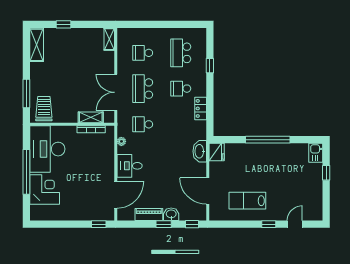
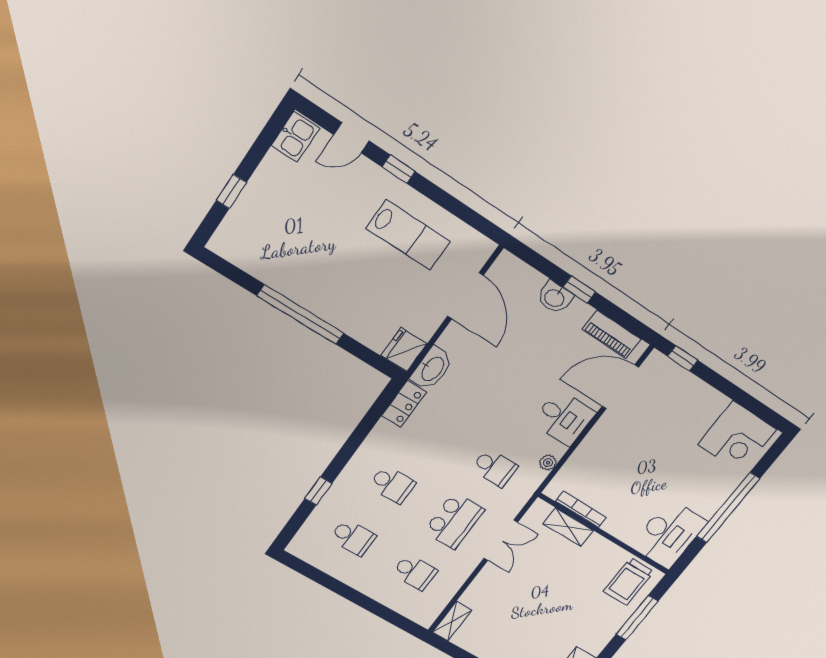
school desk: (181, 53) -> (353, 537), width x0.54
double door: (116, 92) -> (501, 540), width x0.73
locker: (201, 108) -> (404, 404), moved
desk: (47, 149) -> (669, 534), width x0.73, depth x0.77
kitchen sink: (316, 153) -> (295, 137), moved
corner desk: (45, 190) -> (737, 437), moved, turned -90
piano: (149, 215) -> (612, 334), moved
window: (192, 224) -> (532, 258), removed

